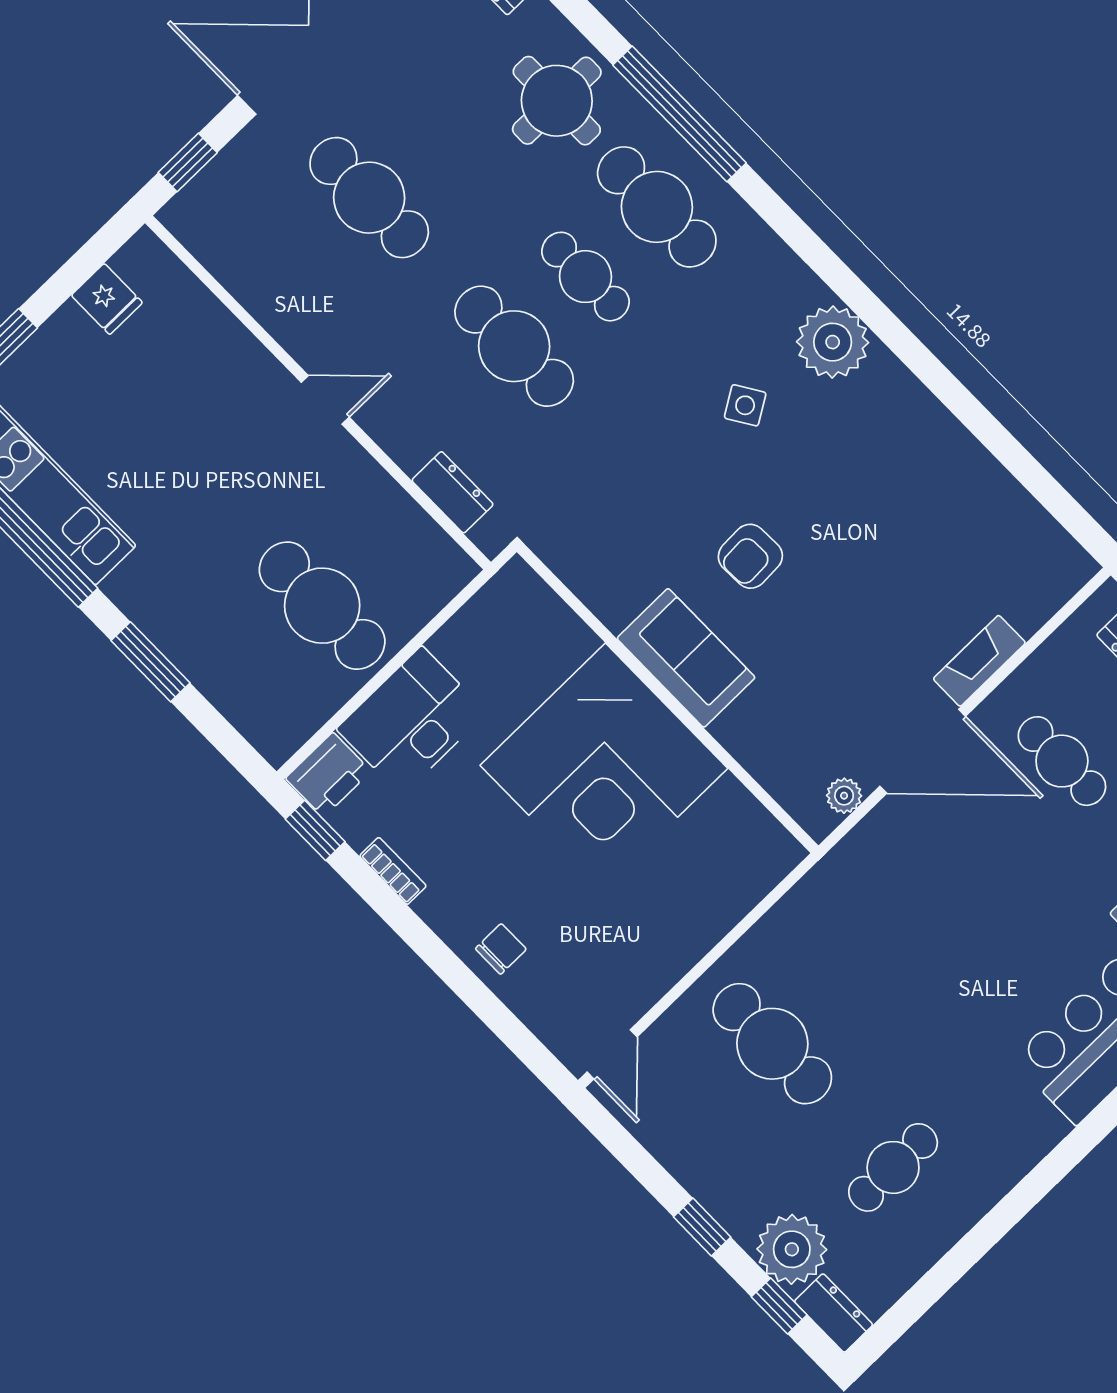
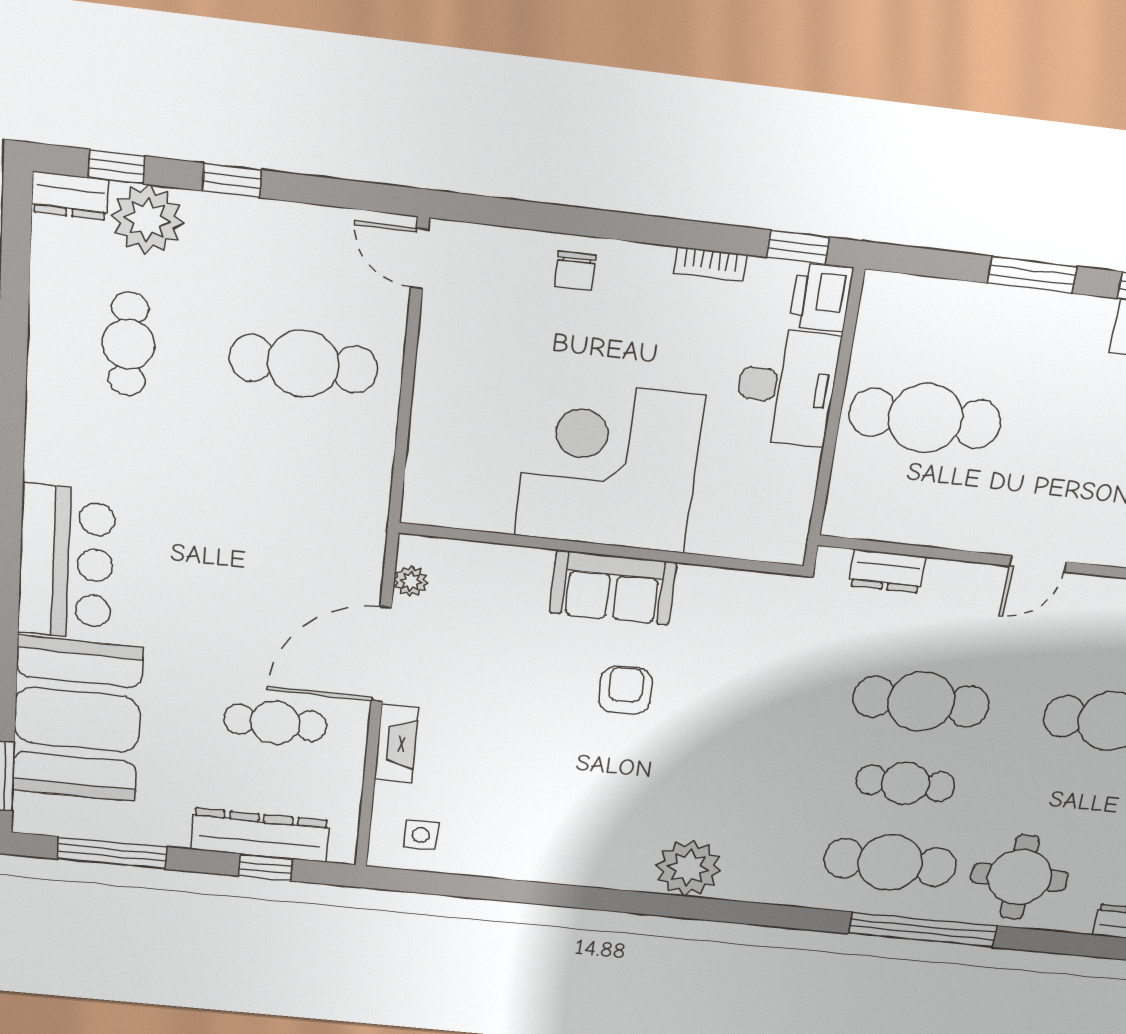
side table: (745, 405) -> (421, 835), moved, turned 32

